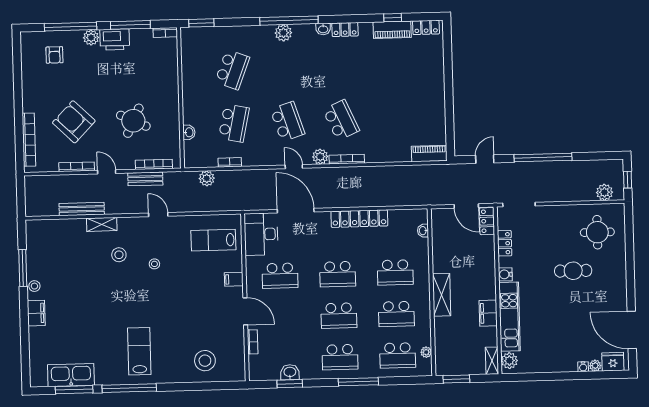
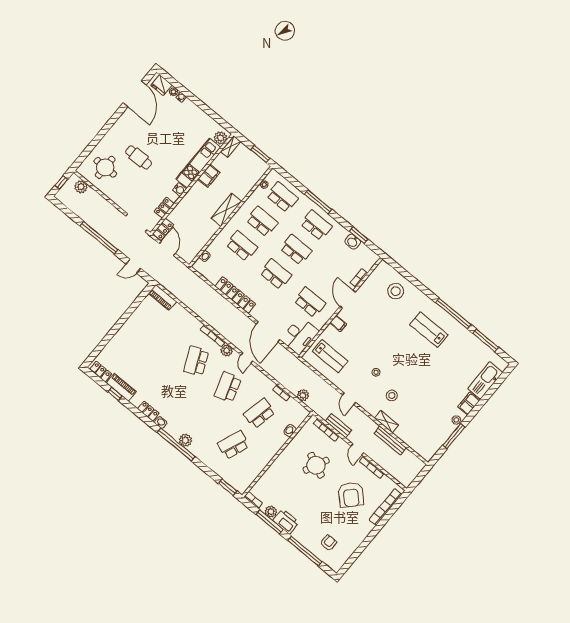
plant: (91, 38) -> (271, 512), moved
lab bench: (139, 351) -> (429, 330), turned 90
kitchen sink: (71, 375) -> (485, 380), moved, turned 90

